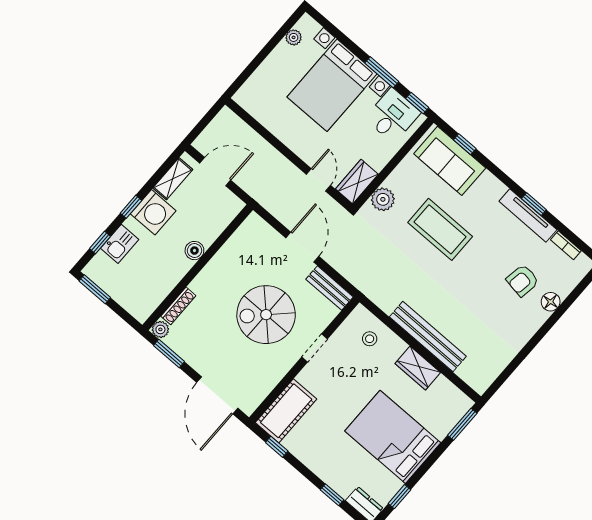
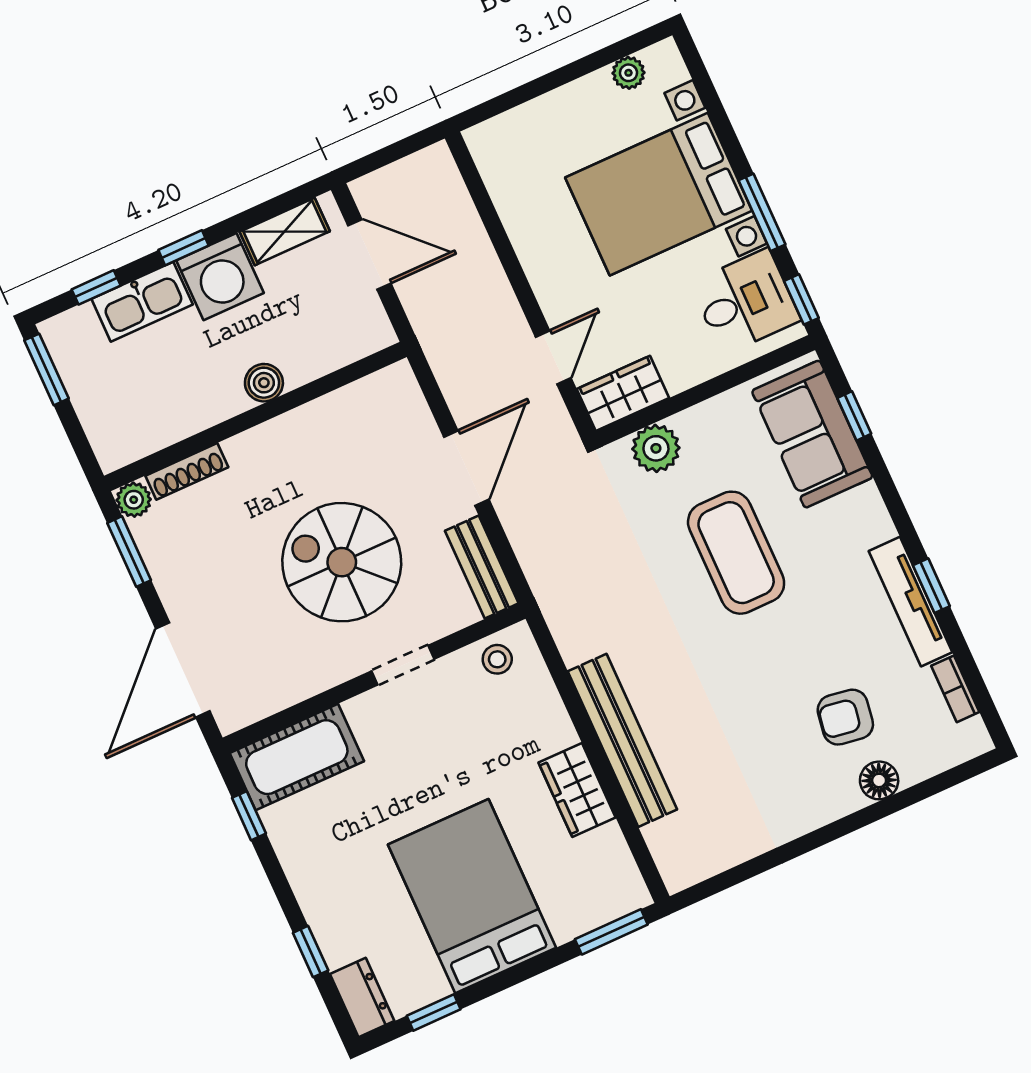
kitchen sink: (120, 244) -> (142, 302), width x1.38
stool: (370, 339) -> (497, 659), moved

